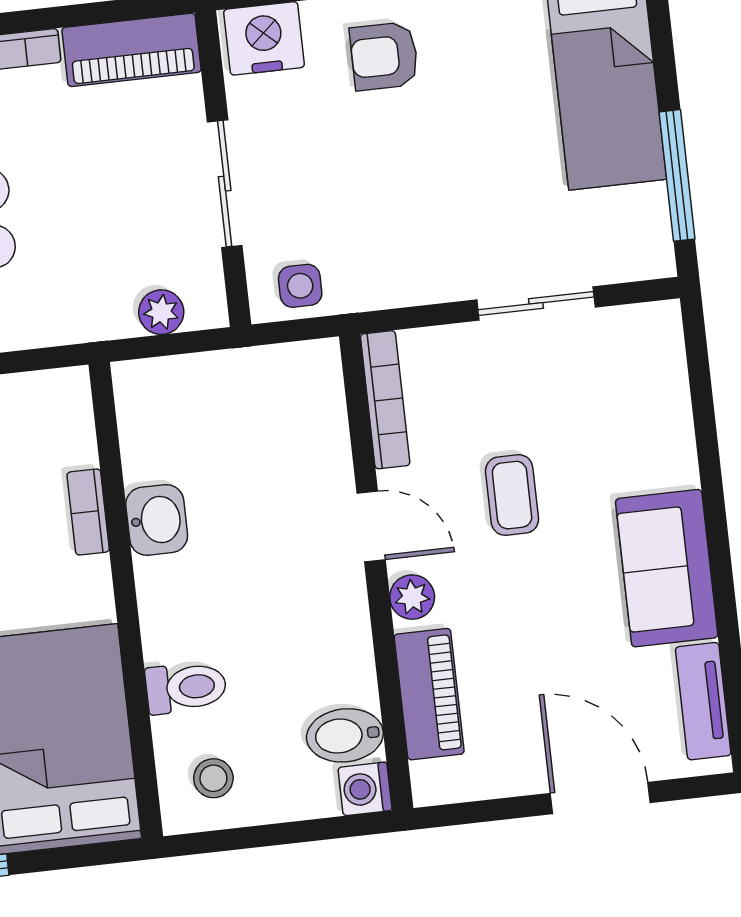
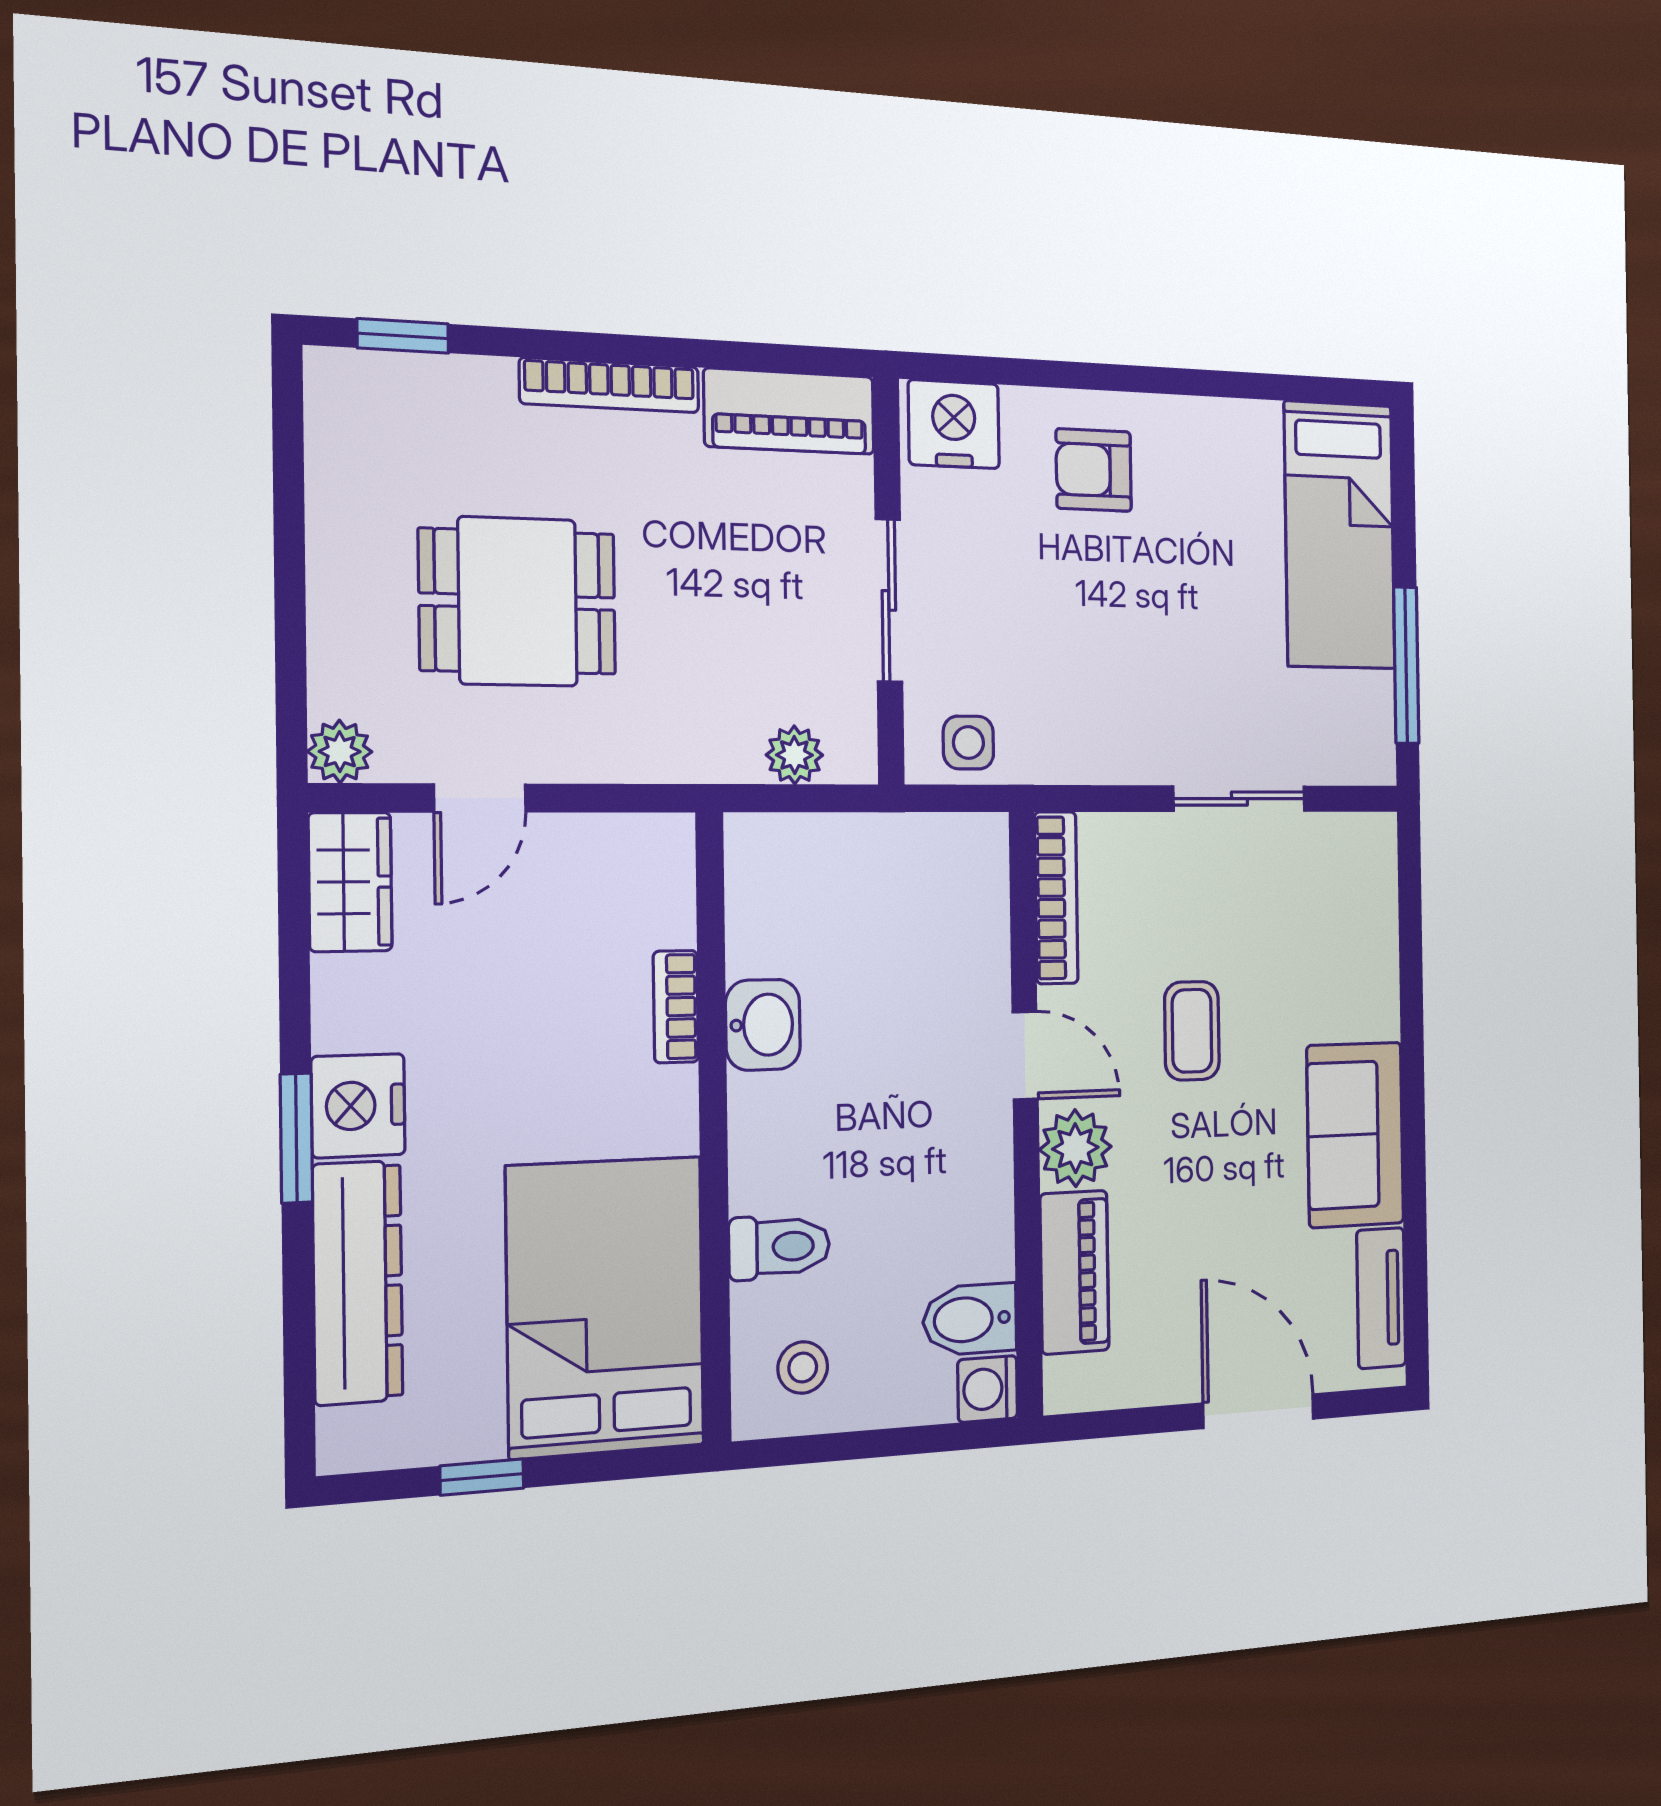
plant: (412, 597) -> (1075, 1148), width x1.38, depth x1.38

